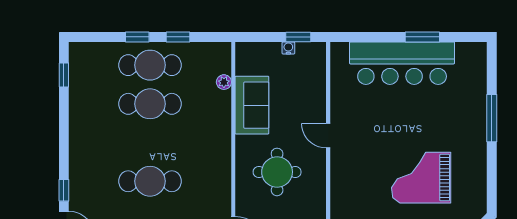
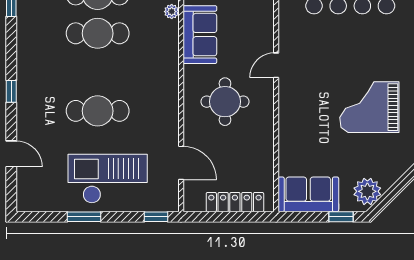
door: (328, 136) -> (276, 65), hinge flipped
window: (64, 190) -> (11, 91), moved

